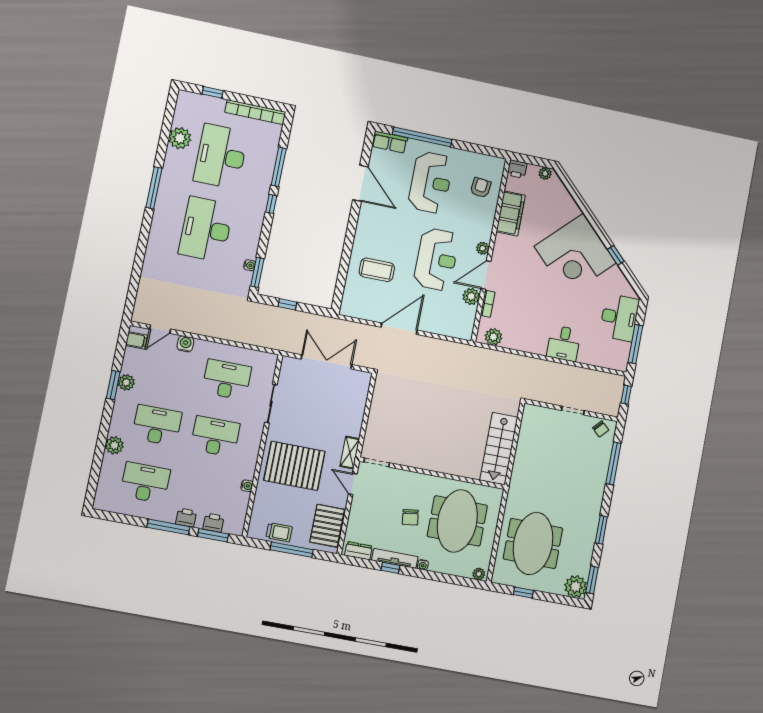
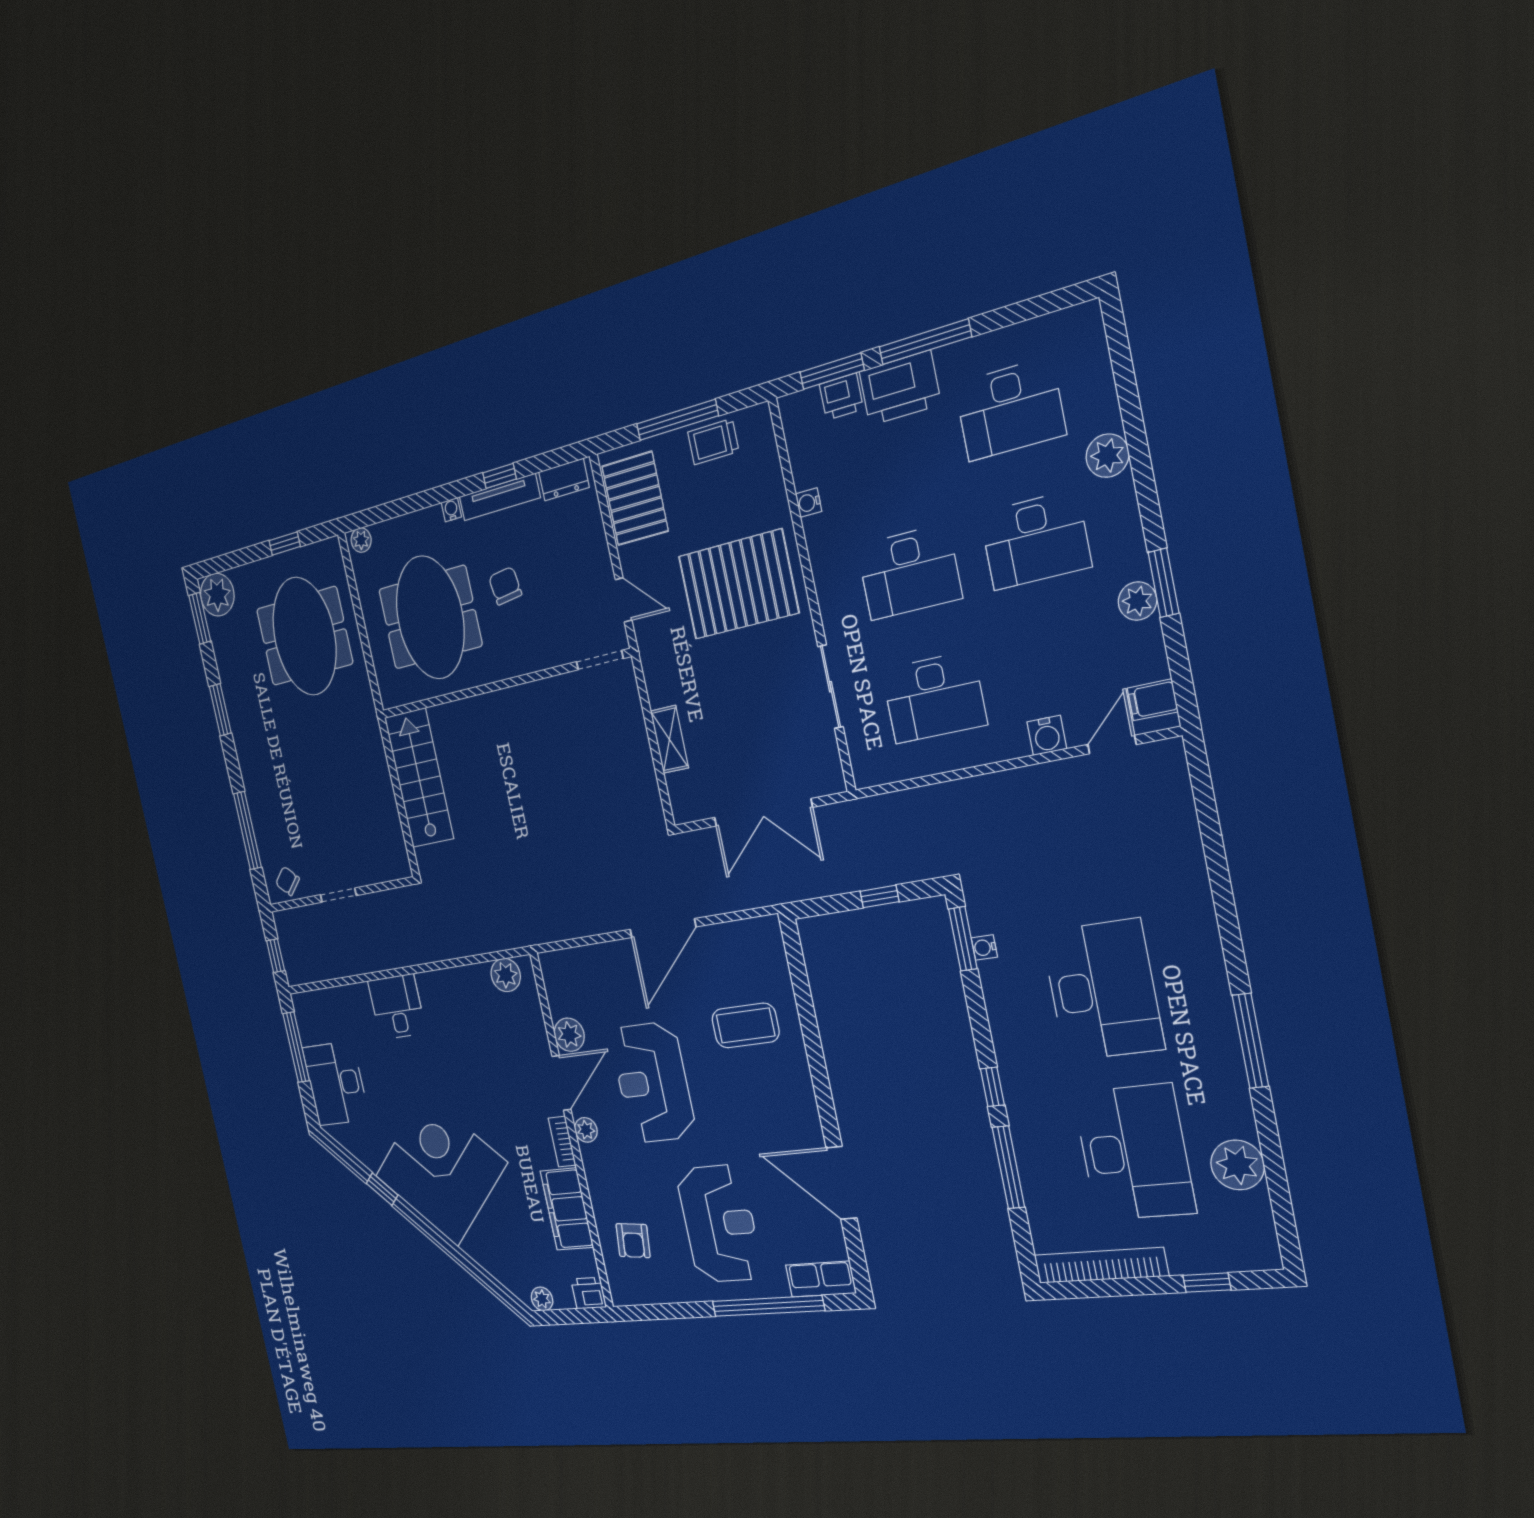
reception desk: (431, 182) -> (719, 1224), turned 180
bookcase: (488, 304) -> (562, 1142), moved
shelving: (350, 453) -> (669, 739), moved
printer: (186, 518) -> (900, 388), width x1.87, depth x1.48

